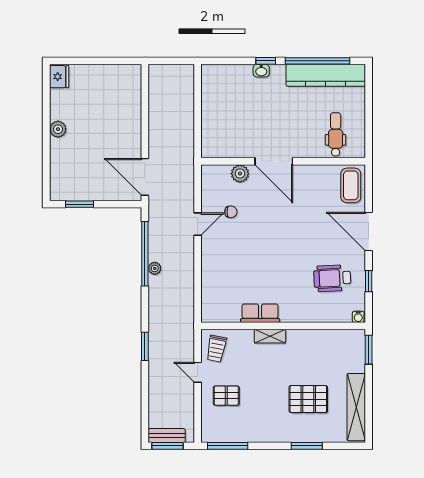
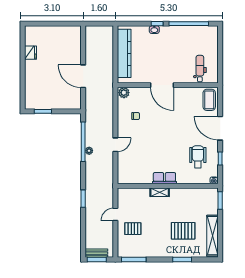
kitchen counter: (326, 75) -> (124, 53), moved, turned -90
fridge: (59, 77) -> (30, 53), moved
plant: (58, 129) -> (30, 65), removed
plant: (240, 174) -> (124, 93), moved
door: (145, 177) -> (83, 76), moved
door: (198, 224) -> (115, 145), moved
wheelchair: (332, 278) -> (198, 157), turned 93
row of seats: (260, 313) -> (164, 178), moved
trolley: (216, 349) -> (127, 200), removed
door: (198, 372) -> (115, 214), hinge flipped

